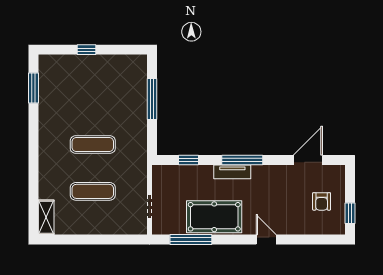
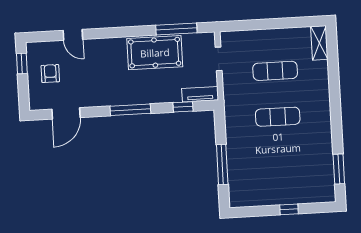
tv unit: (232, 172) -> (200, 94), moved
door: (266, 239) -> (73, 35), moved

